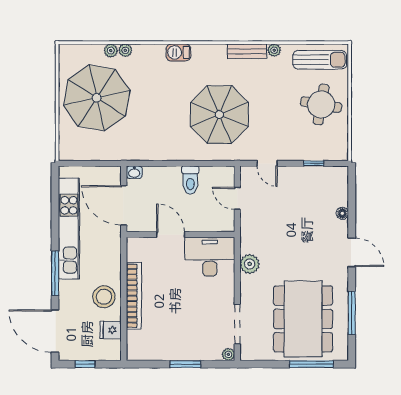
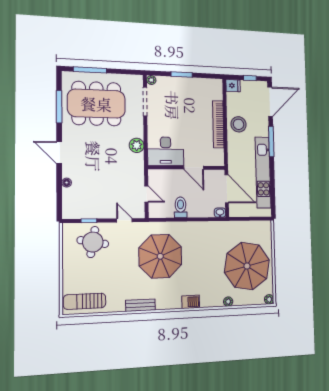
plant: (274, 50) -> (120, 307), removed
plant: (111, 51) -> (269, 299), moved
round table: (321, 105) -> (93, 242), moved
dining table: (303, 319) -> (96, 104), turned 90
fridge: (111, 330) -> (233, 86), moved
door: (55, 331) -> (270, 102), hinge flipped

